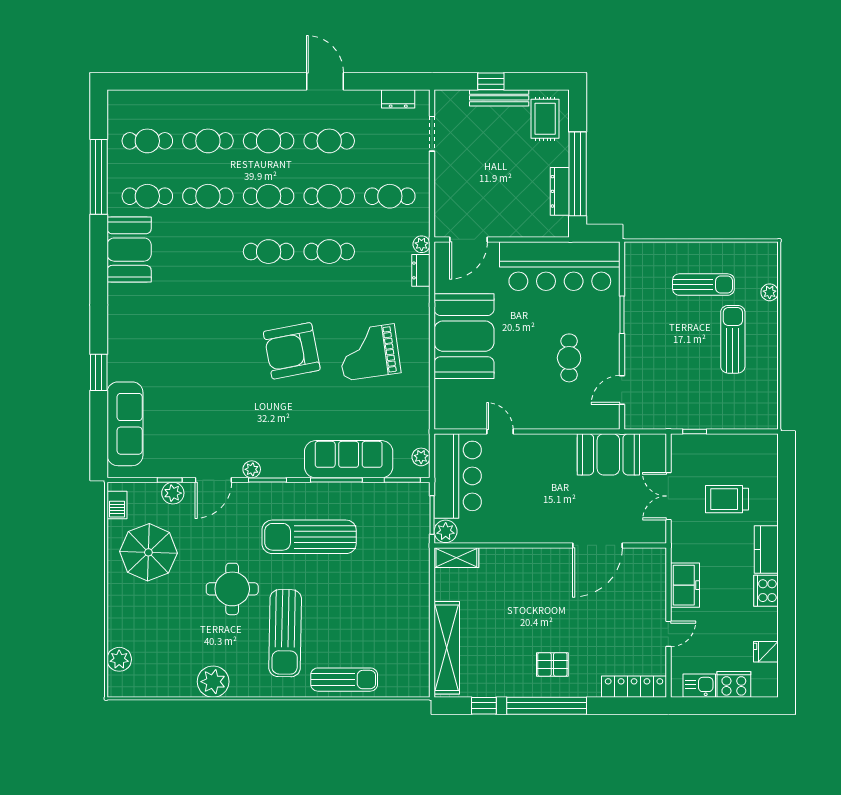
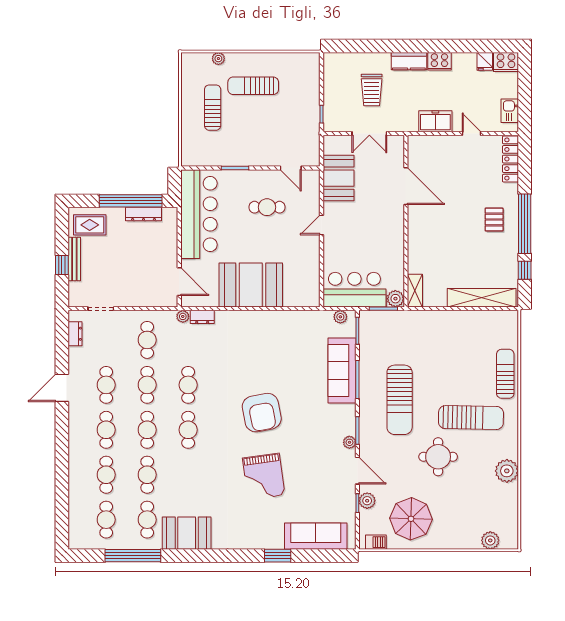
grand piano: (369, 352) -> (264, 477), moved
door: (500, 431) -> (321, 225), moved
cooker: (734, 684) -> (506, 62), moved, turned -90

